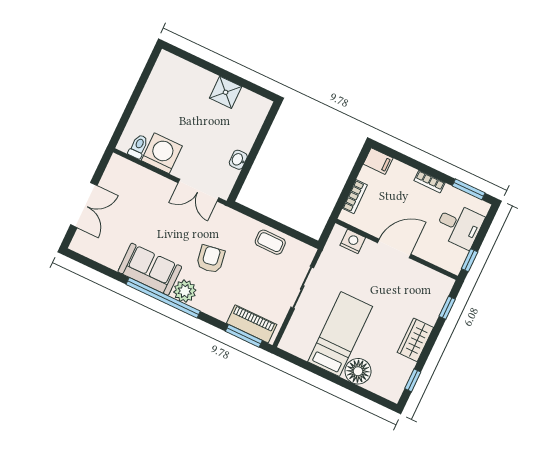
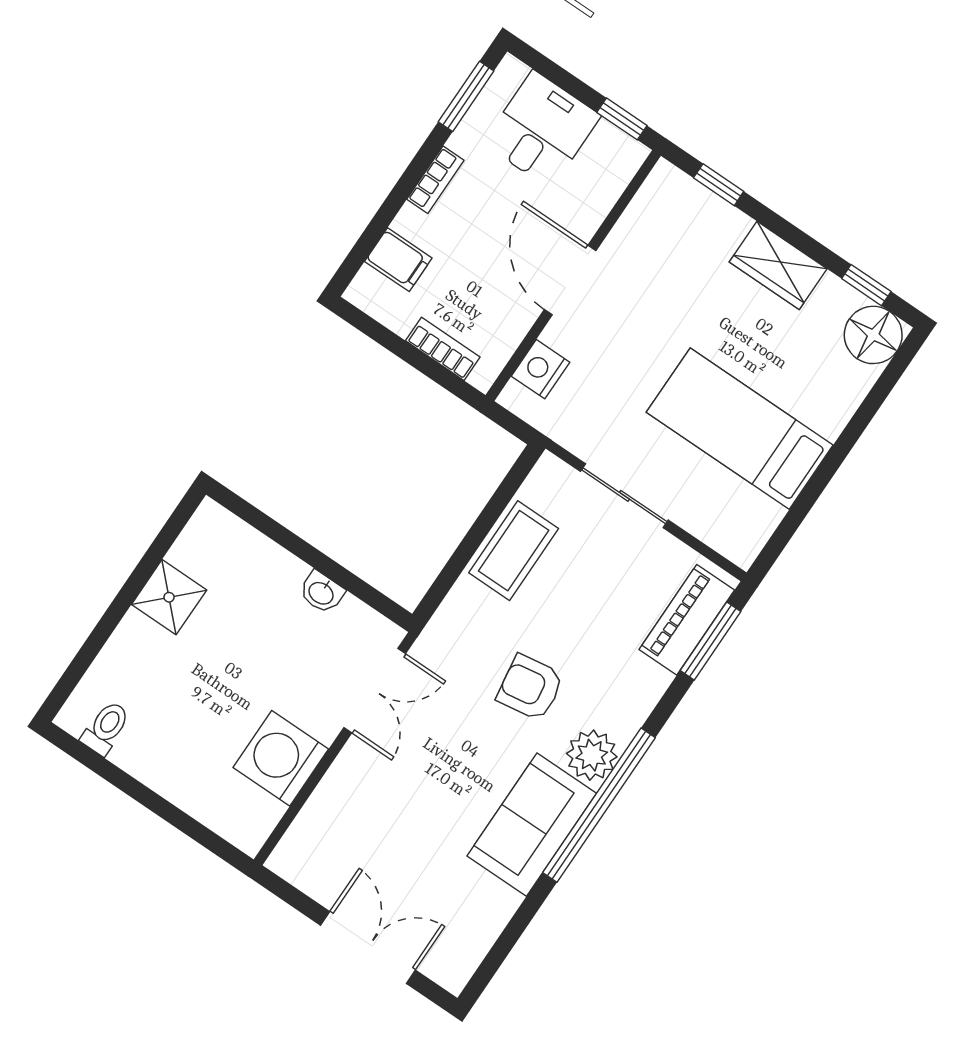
toilet: (138, 146) -> (106, 728), moved, turned 90
filing cabinet: (378, 161) -> (398, 260), moved, turned 90
coffee table: (270, 242) -> (514, 551), width x1.36, depth x1.30
floor lamp: (358, 371) -> (873, 335), moved

